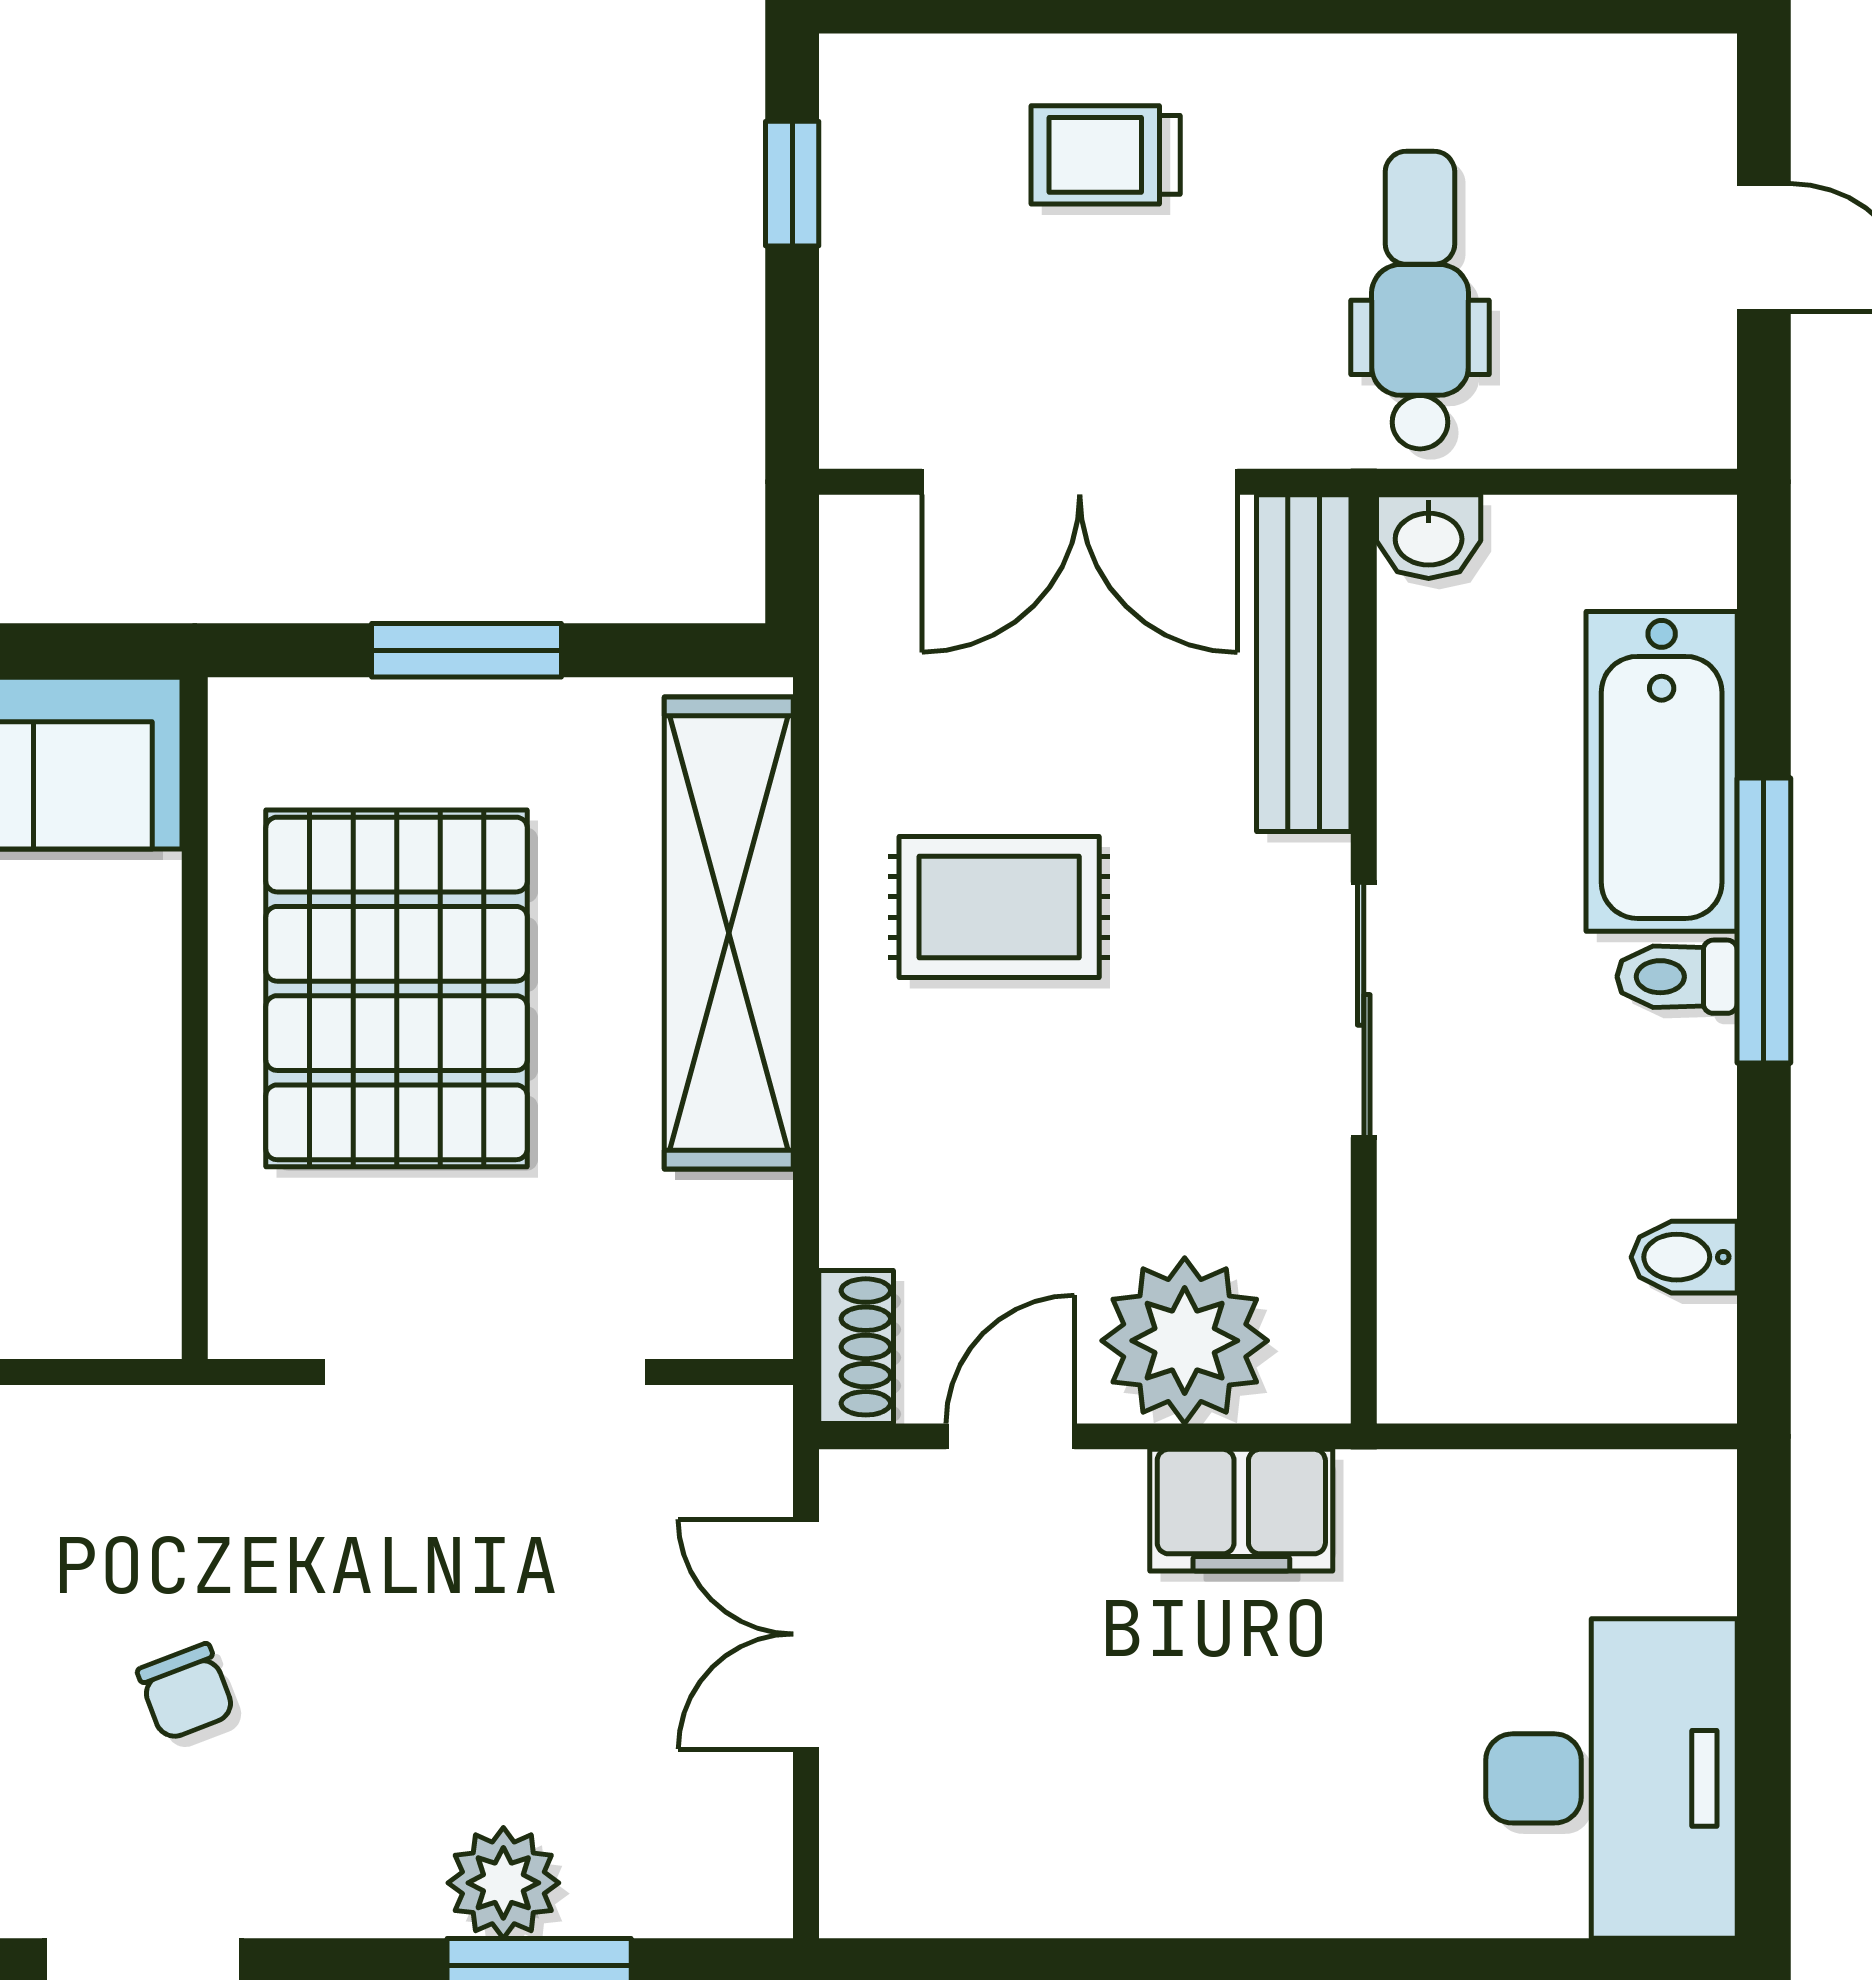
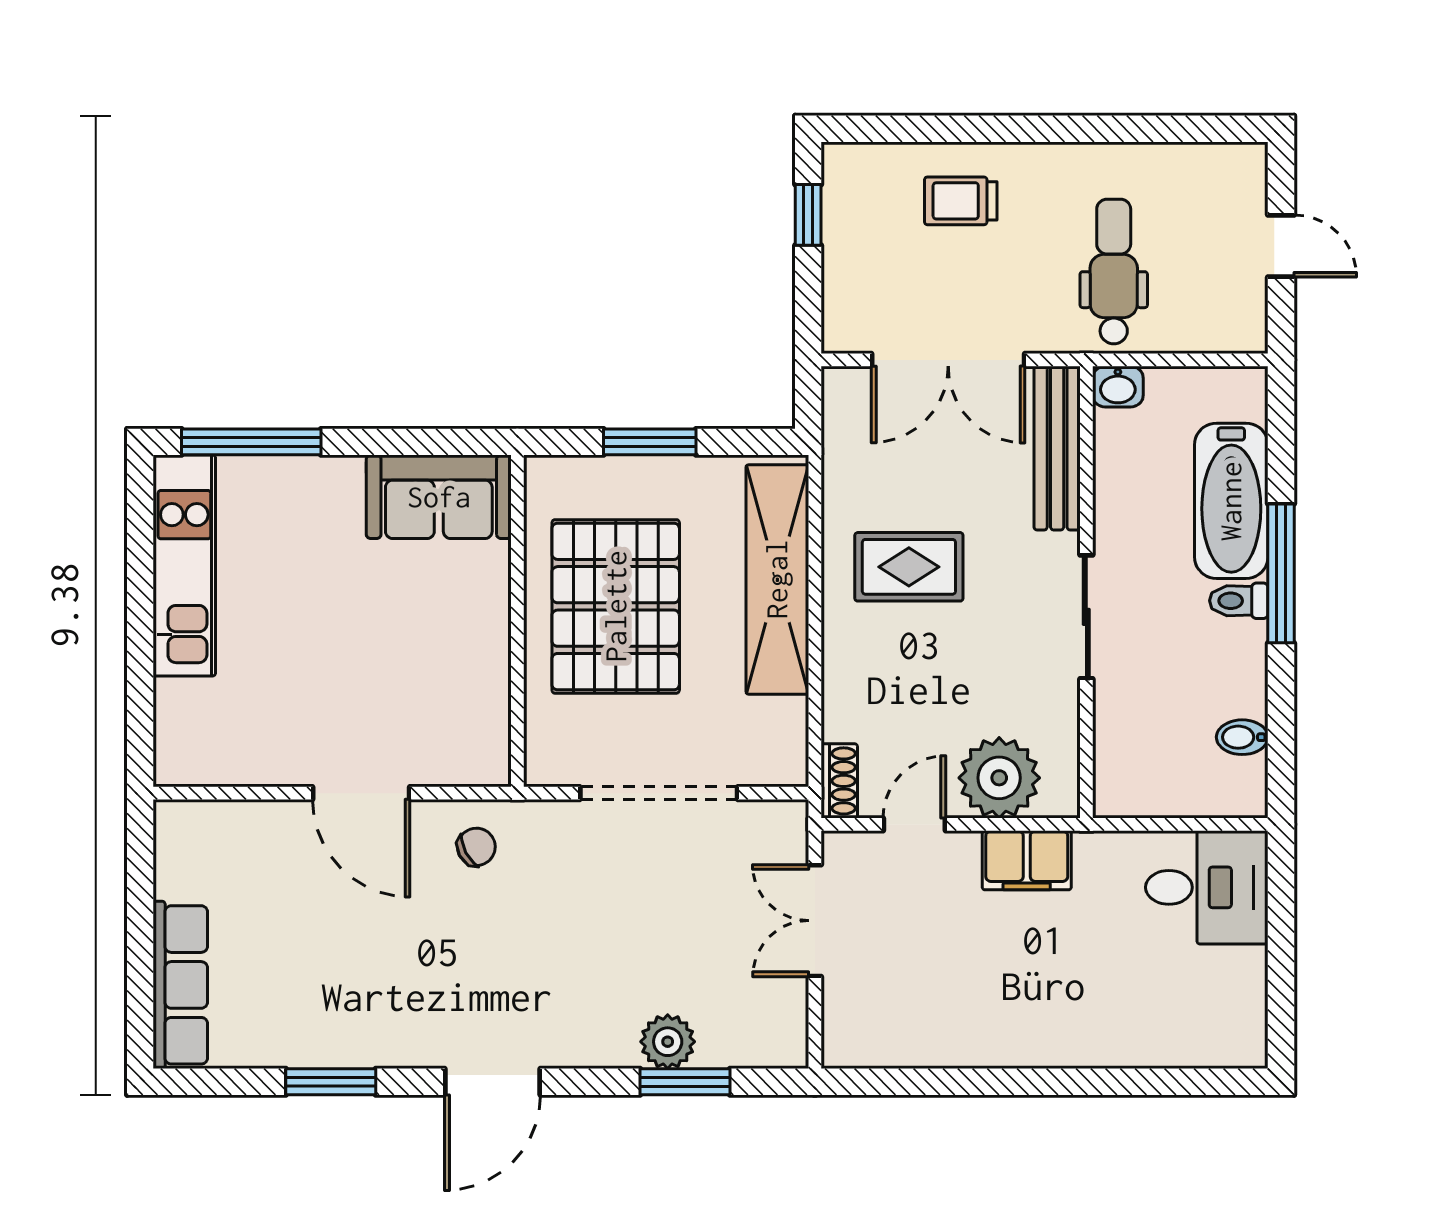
chair: (186, 1692) -> (476, 847), moved, turned -97
desk: (1611, 1778) -> (1207, 887), moved, width x0.73

